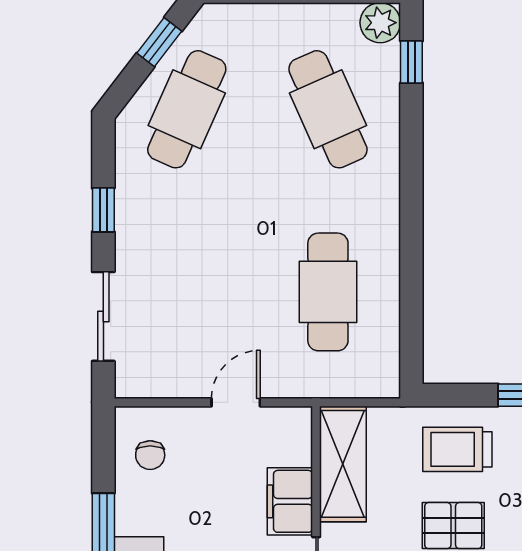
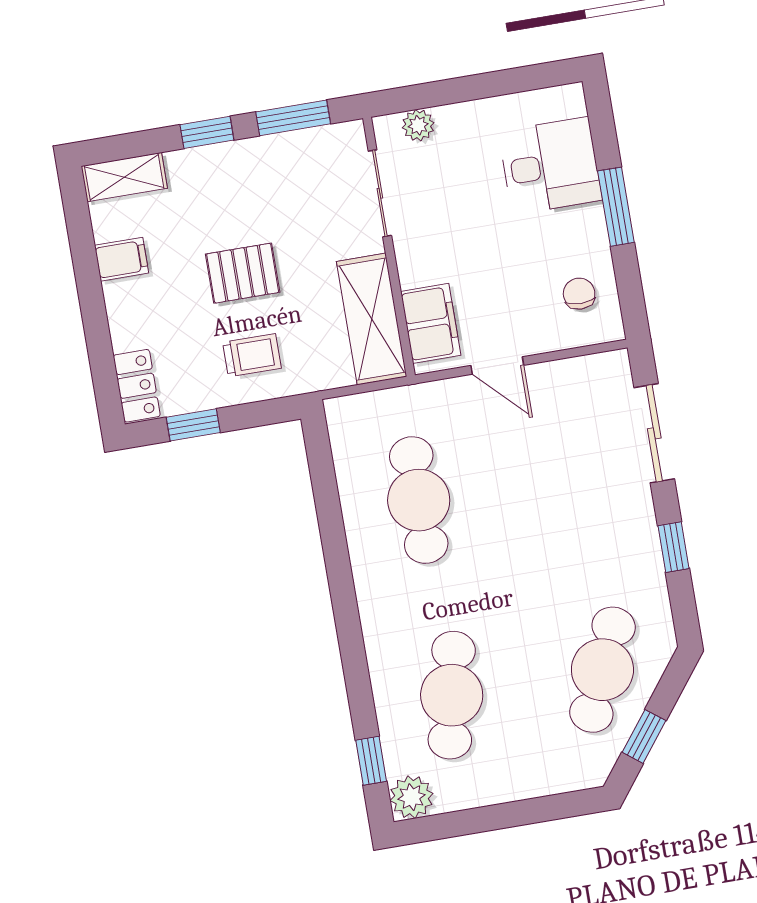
cafe table: (328, 109) -> (452, 695), turned 36
door: (236, 402) -> (497, 365), hinge flipped
trolley: (457, 449) -> (252, 355), width x0.73, depth x0.72
filing cabinet: (290, 501) -> (431, 323), moved

